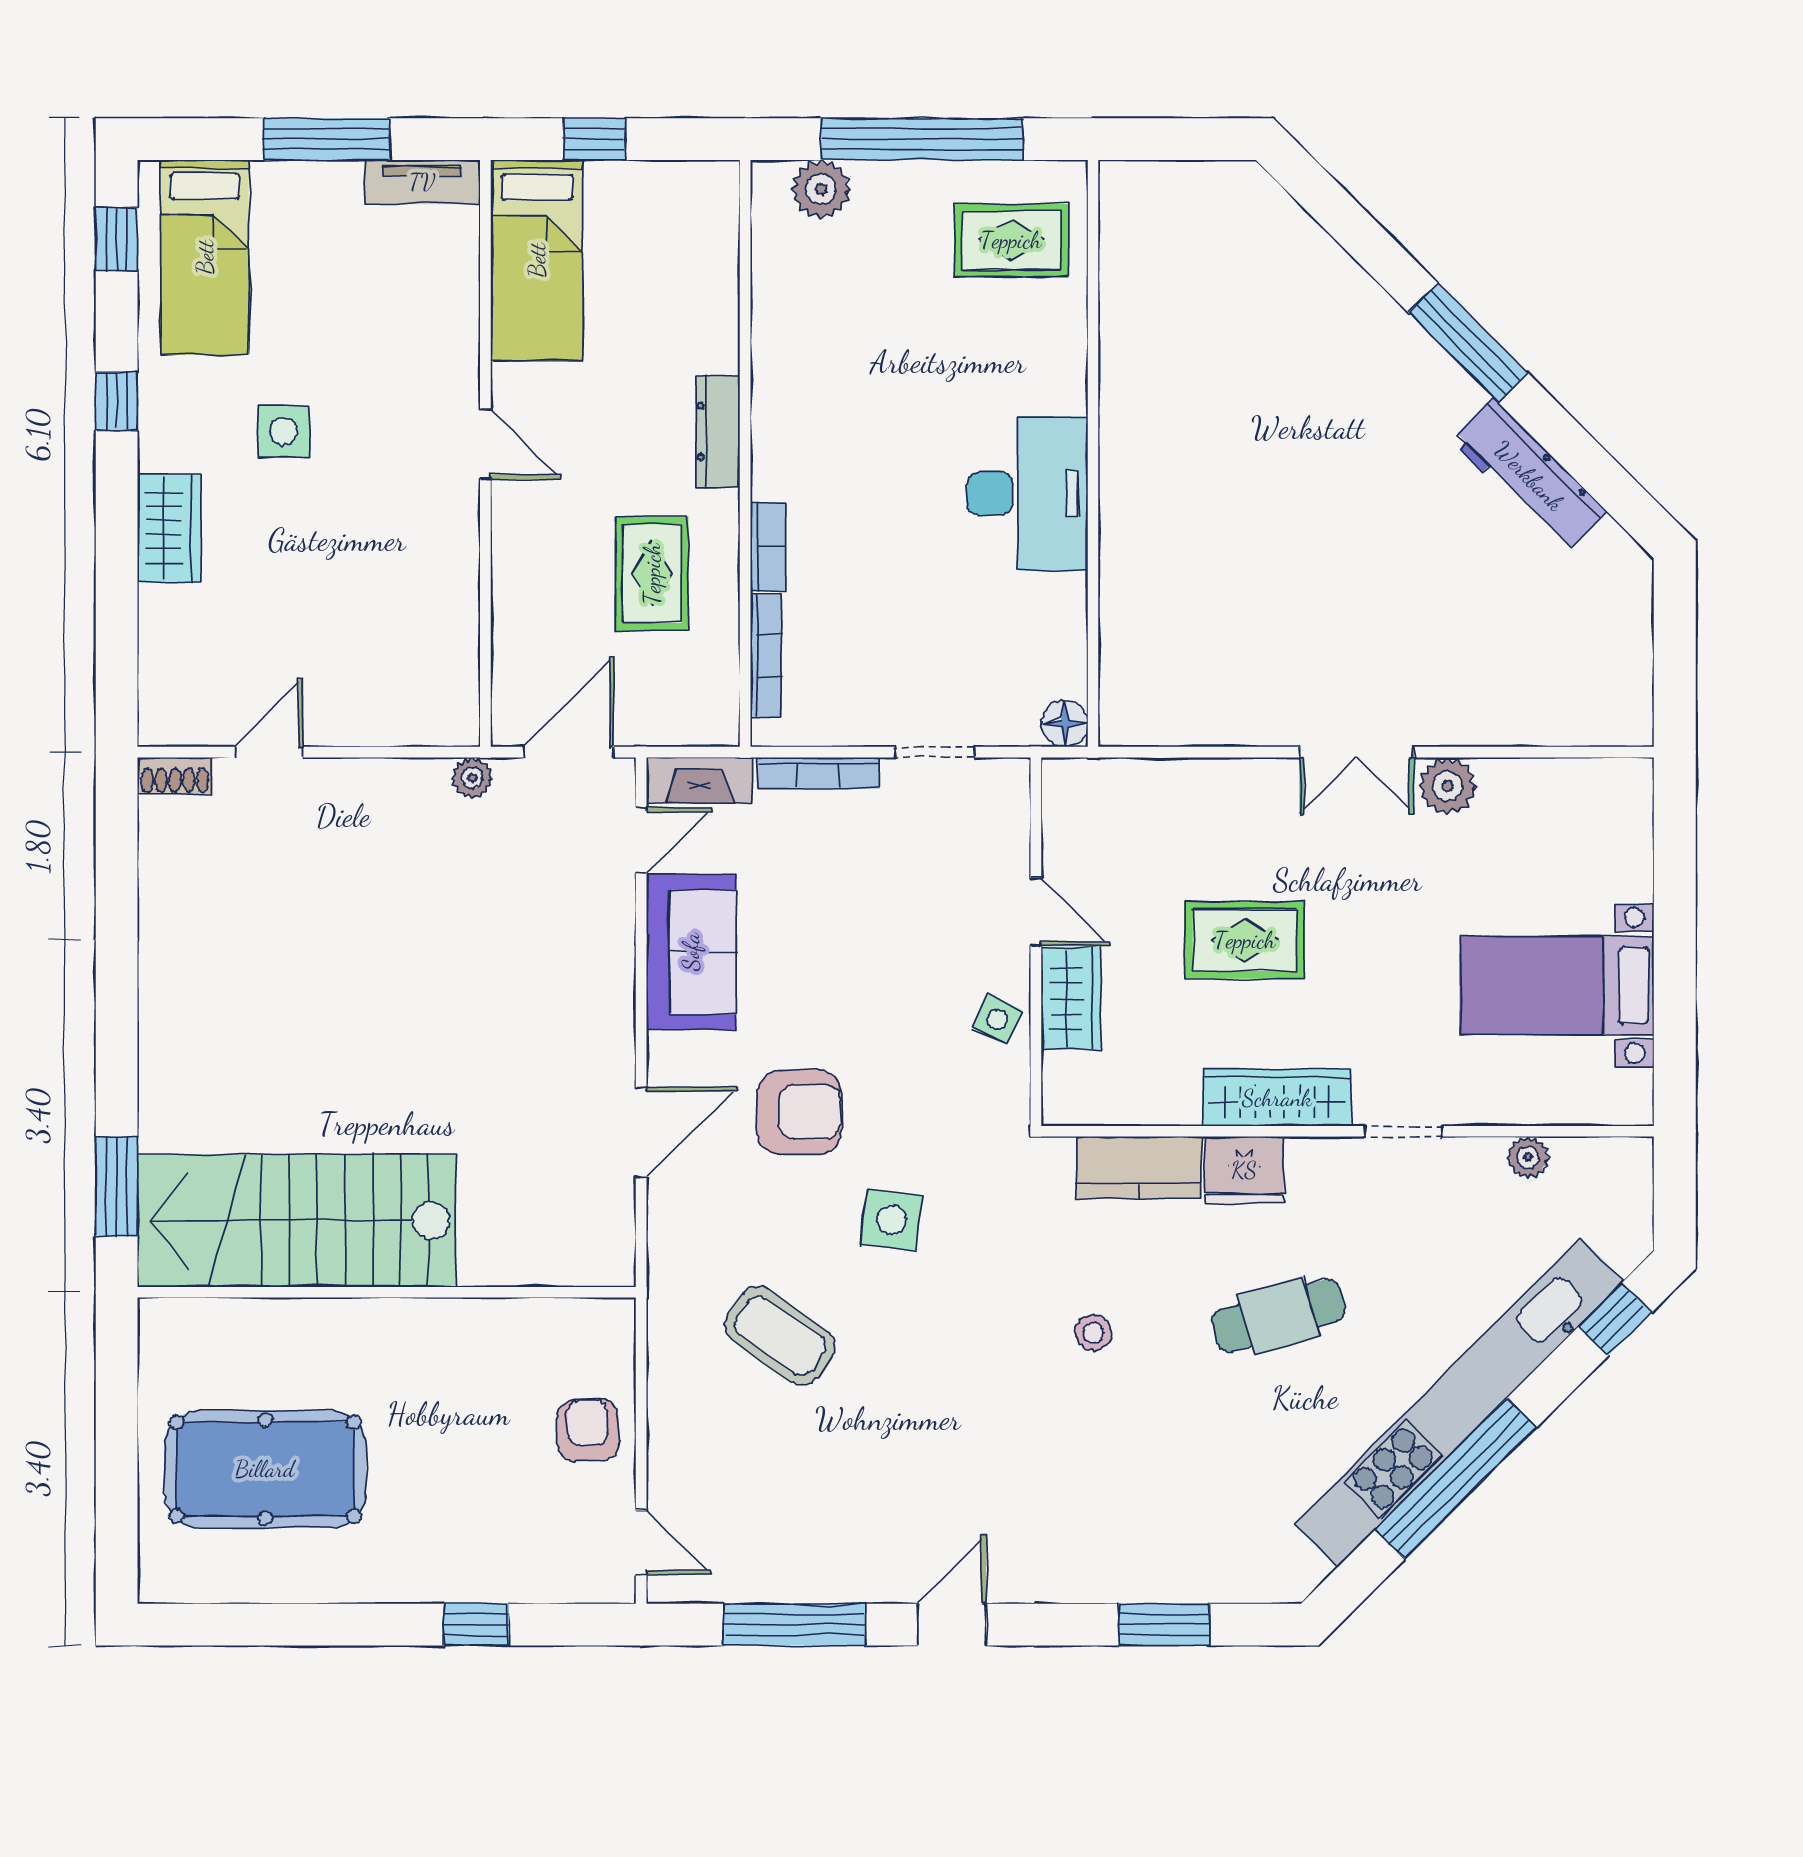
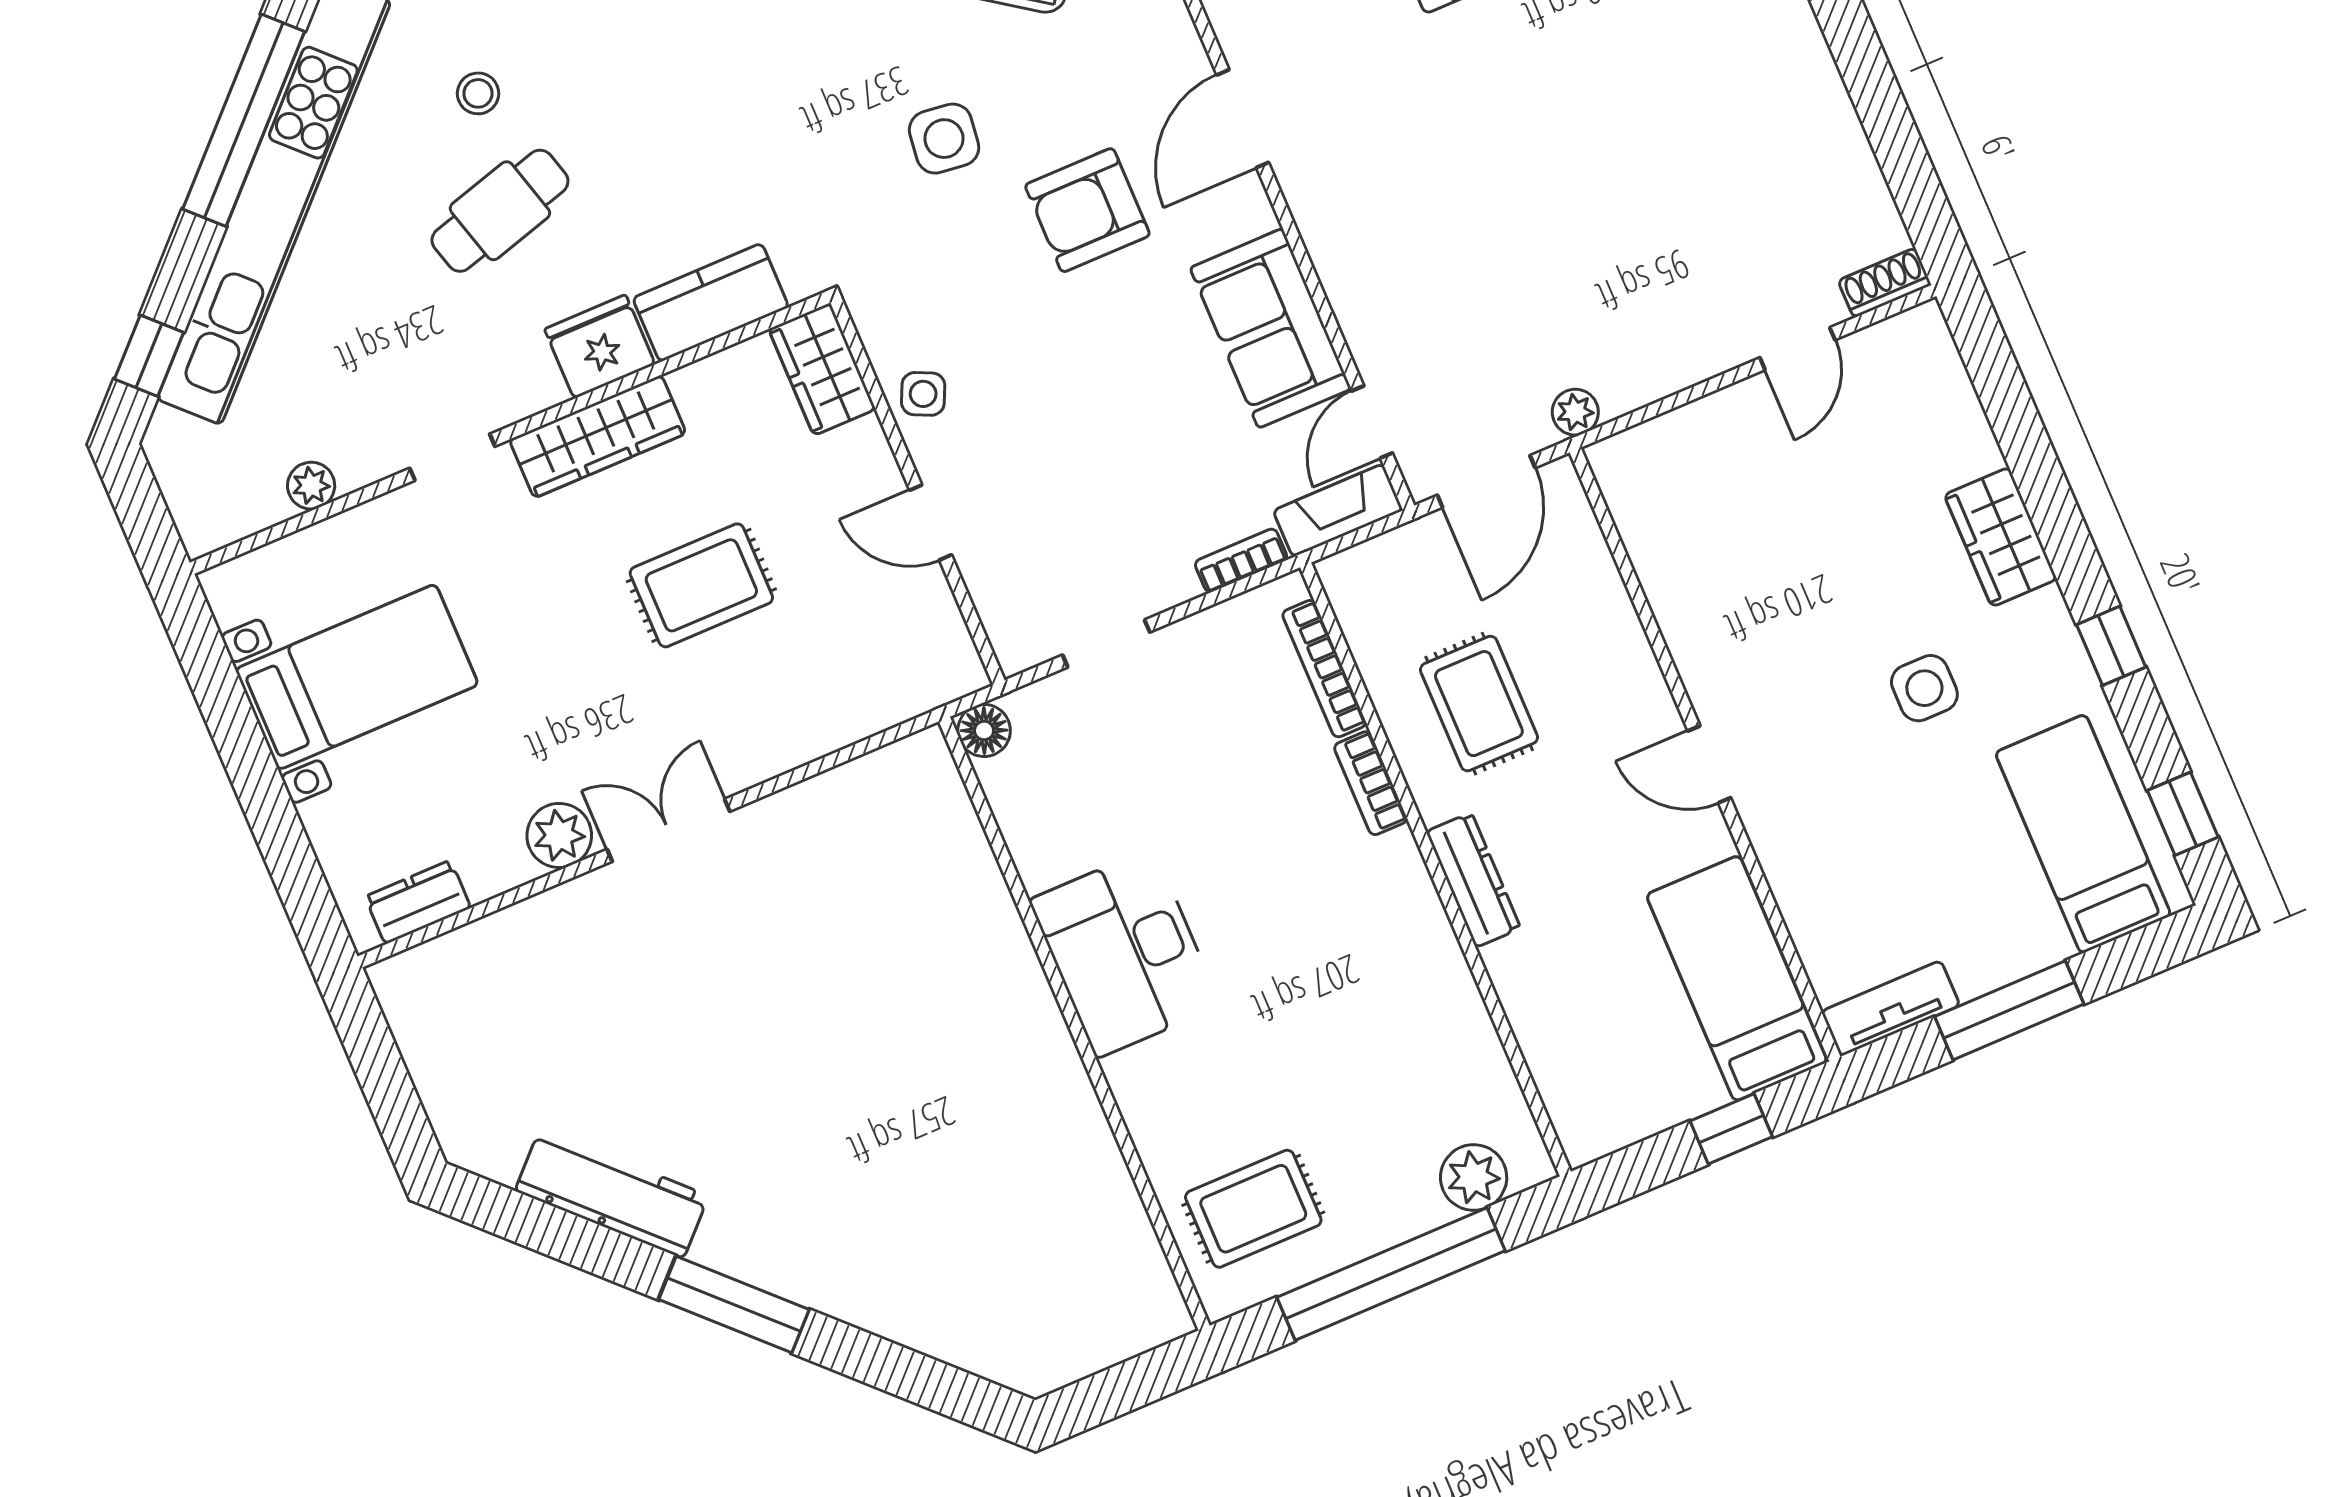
bookcase: (818, 773) -> (1241, 560), width x0.64
dresser: (1586, 781) -> (418, 902), added
wardrobe: (1071, 998) -> (822, 369), moved
stool: (1093, 1332) -> (478, 93), moved

